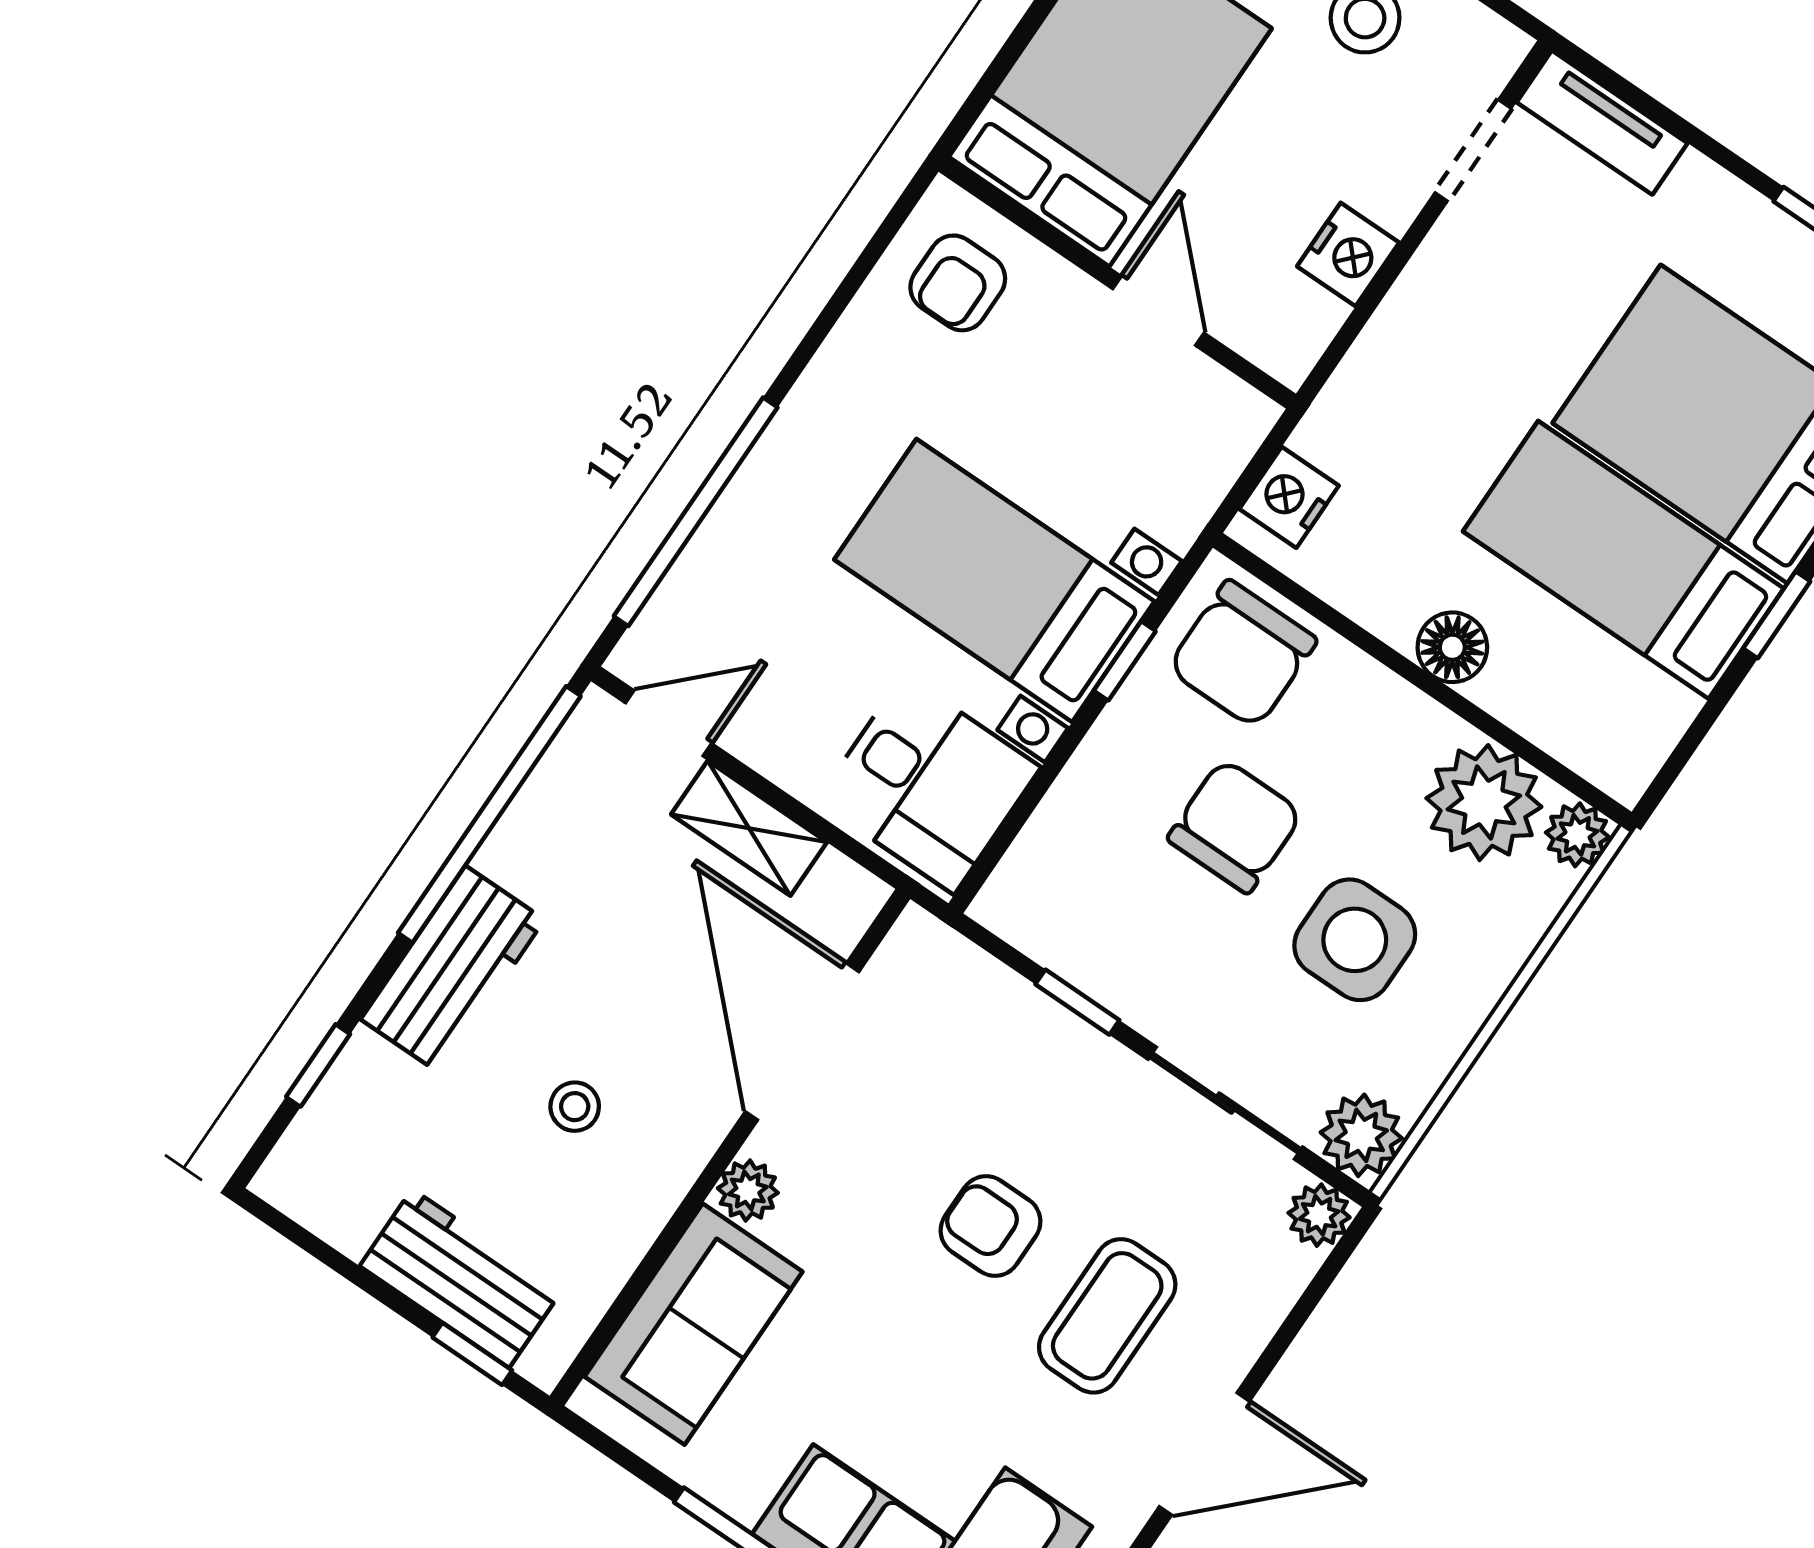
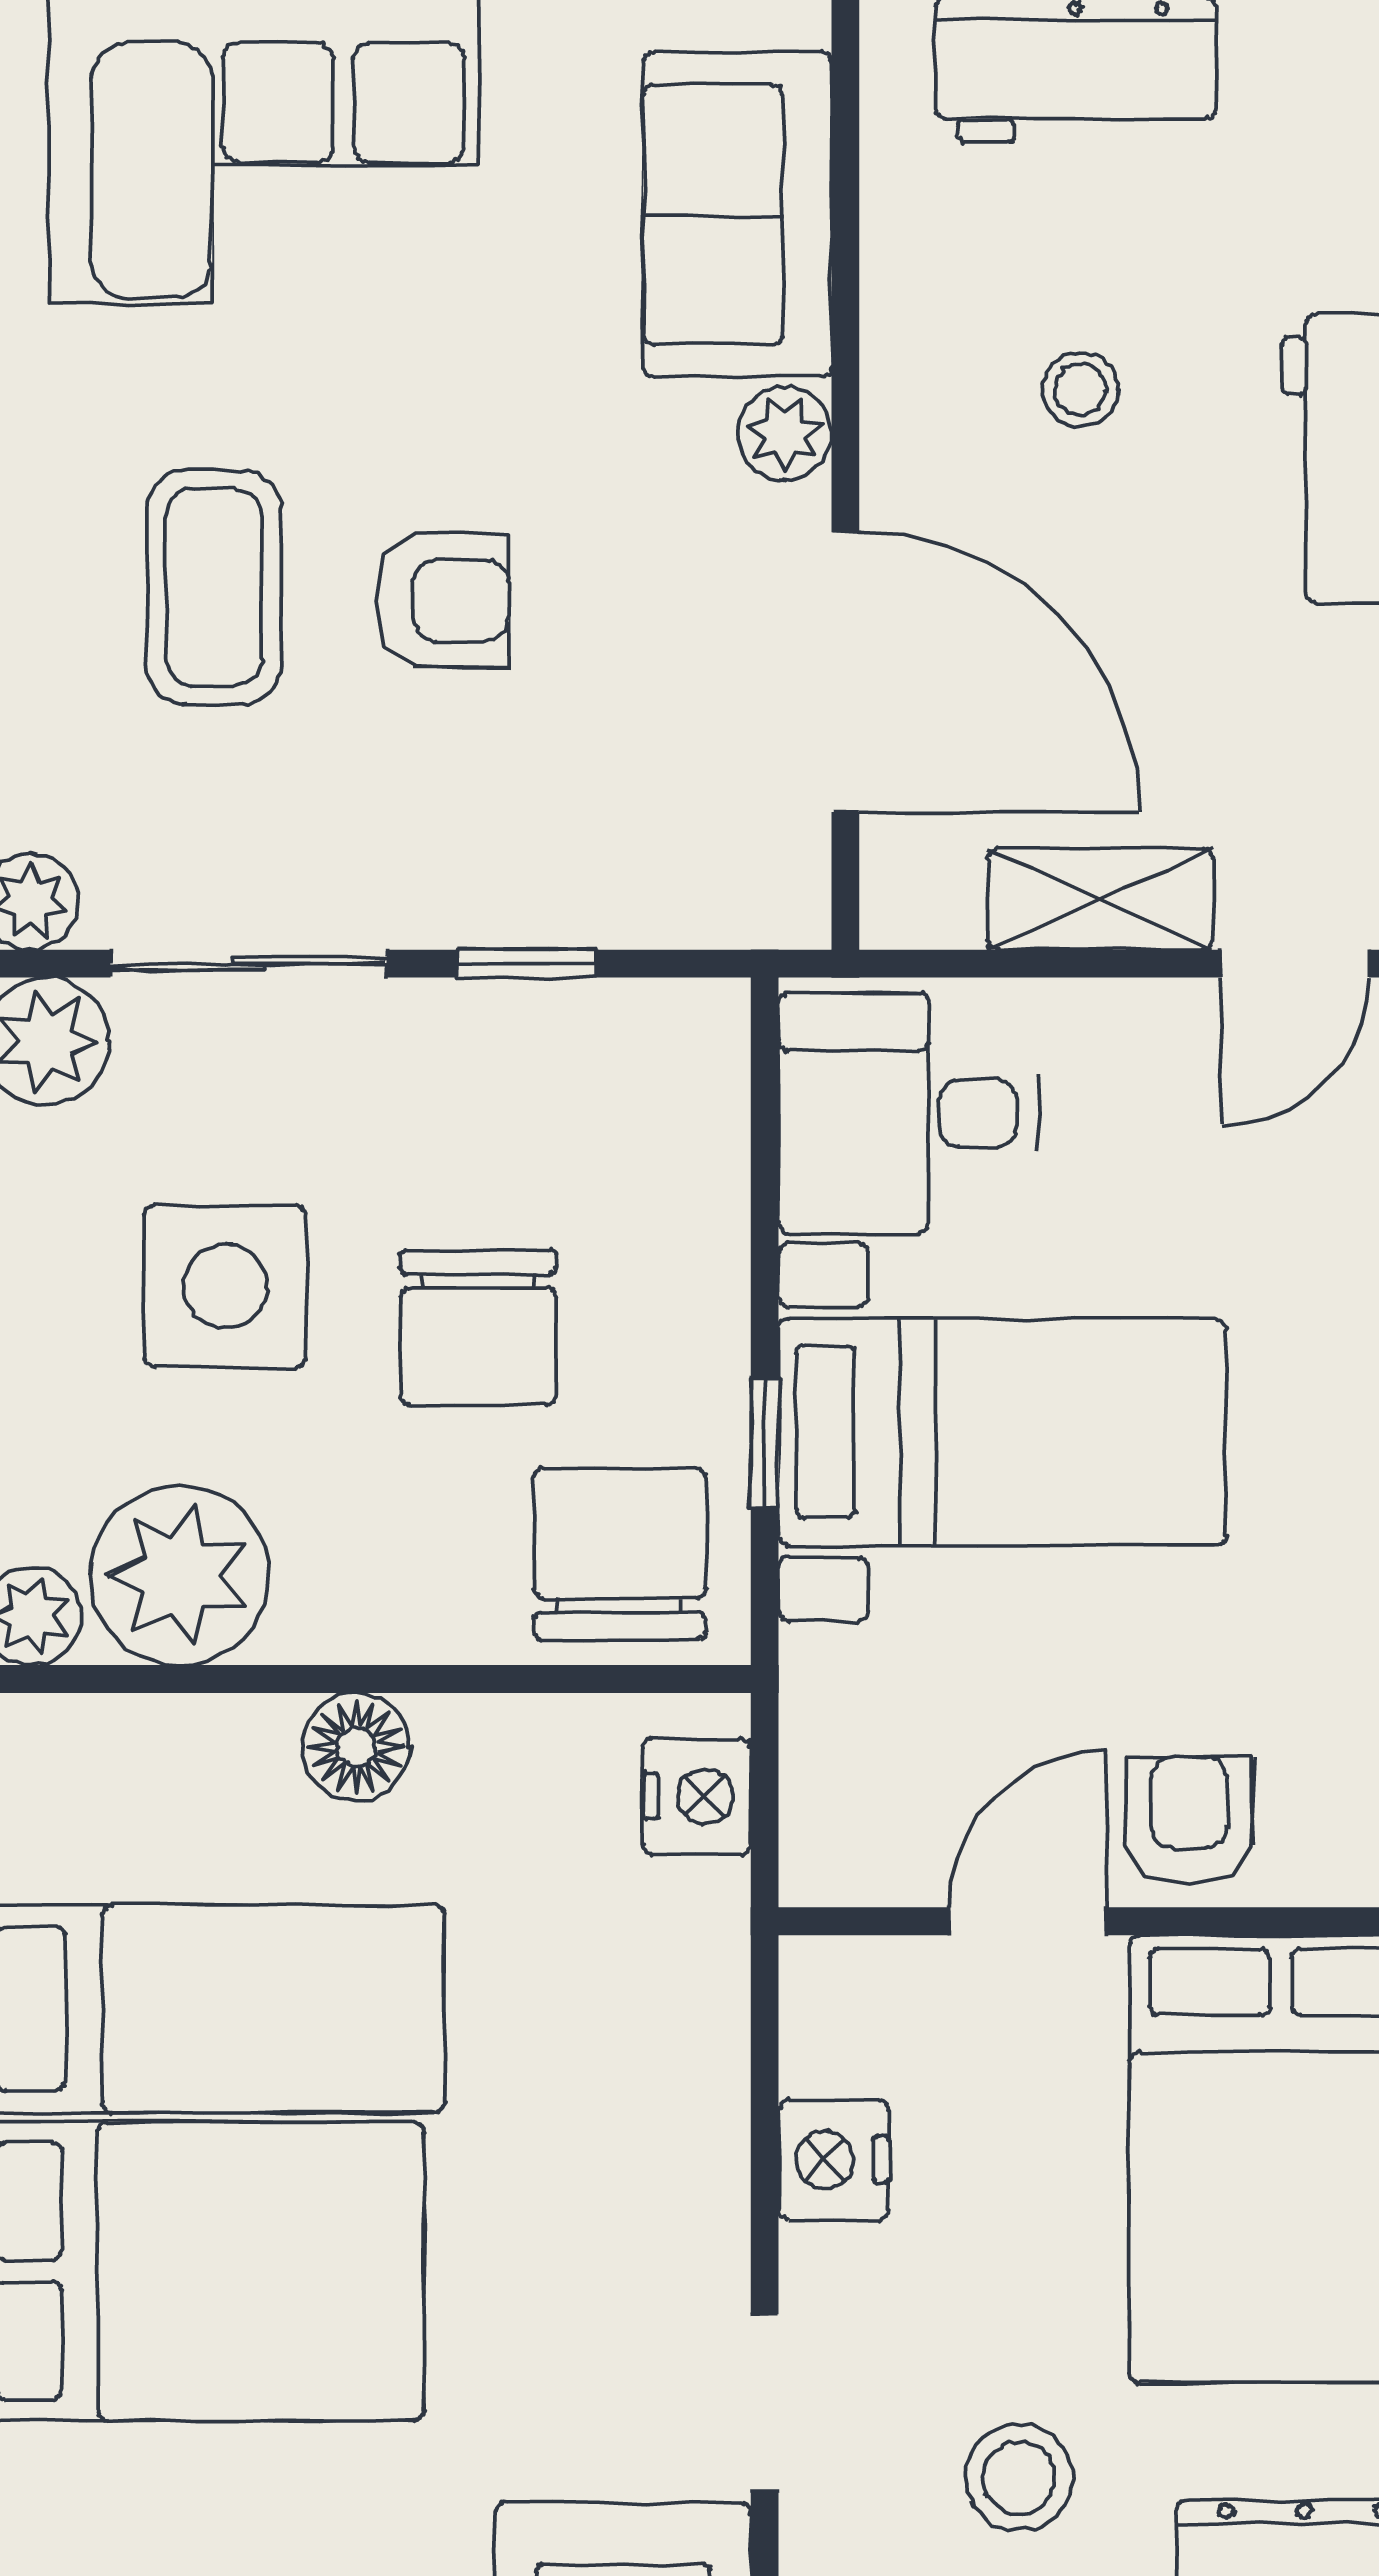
armchair: (958, 283) -> (1189, 1820), moved
door: (1158, 311) -> (1028, 1921), swing flipped

